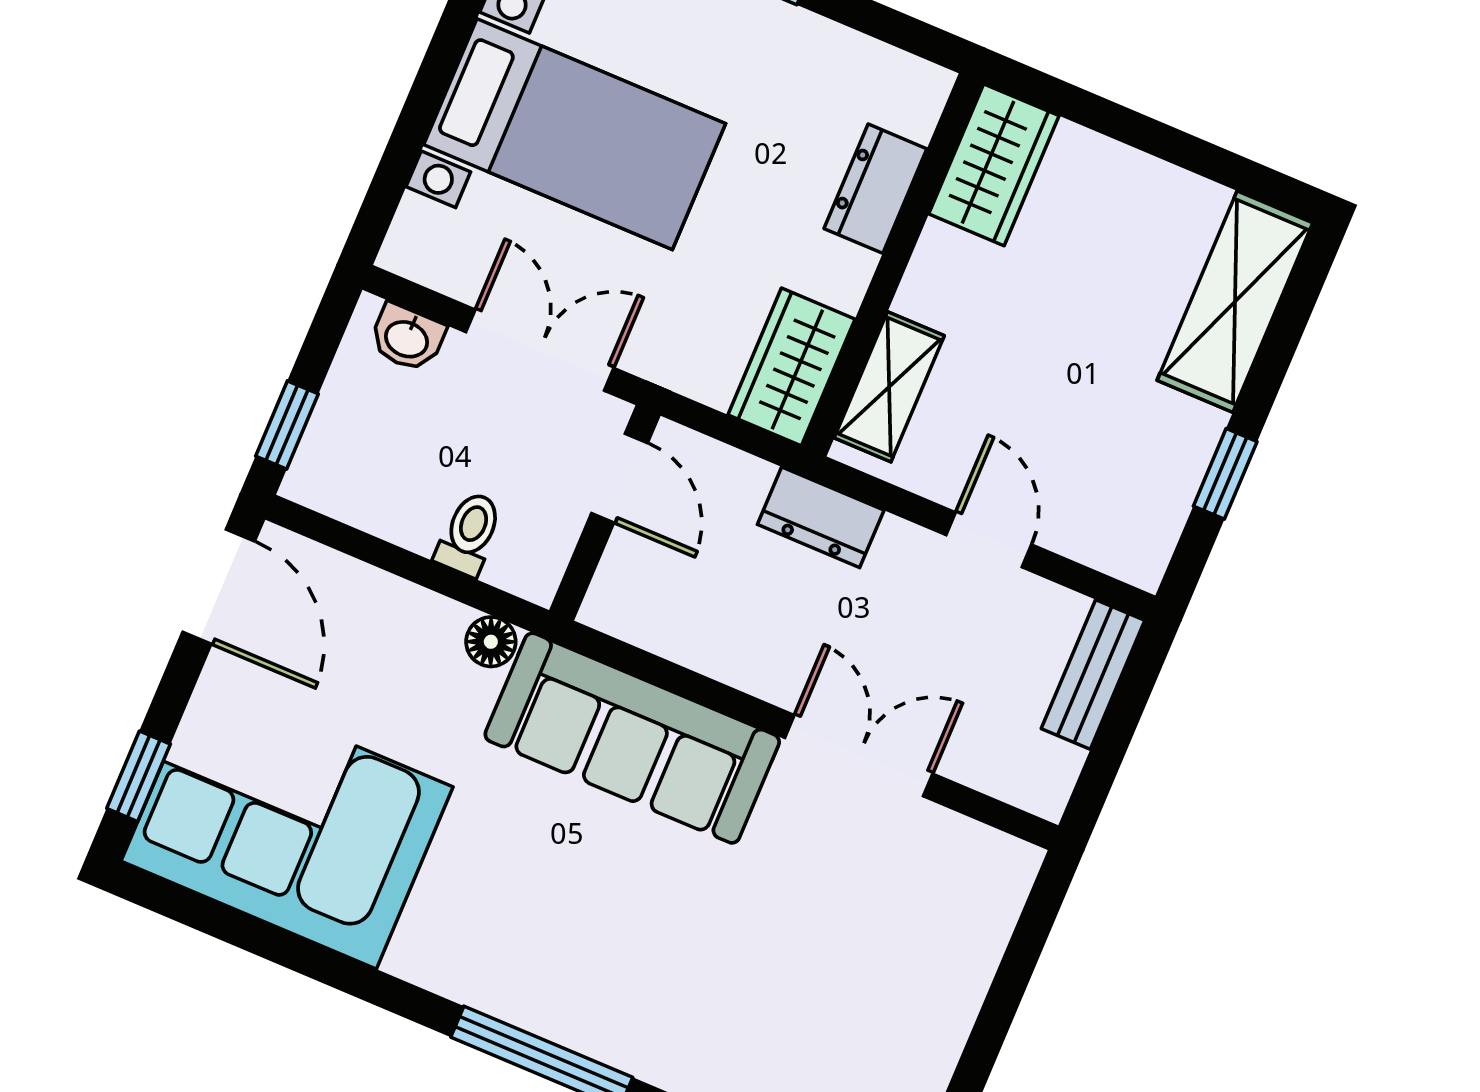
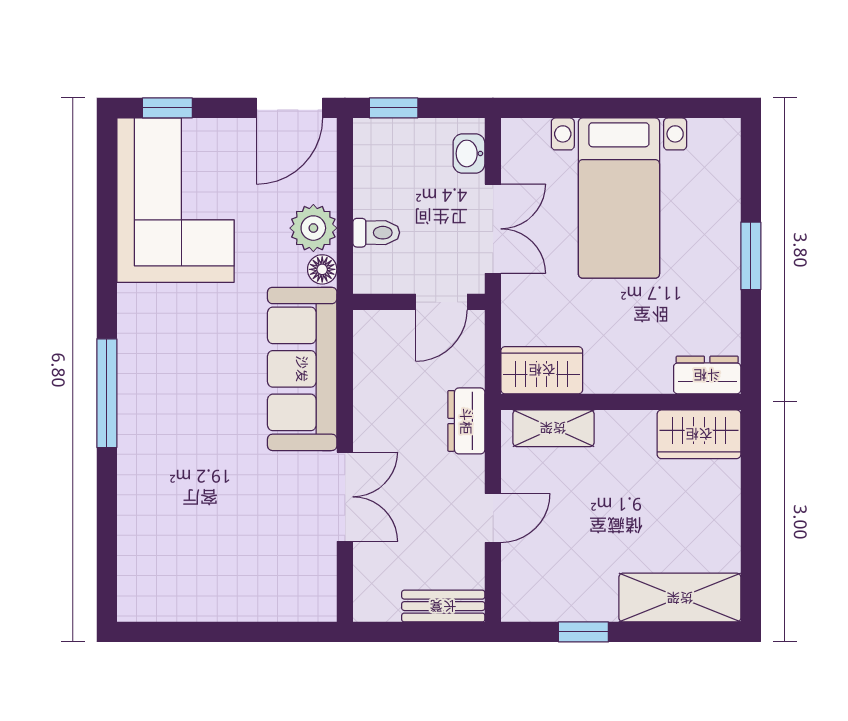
dresser: (875, 189) -> (707, 375), moved
plant: (421, 628) -> (313, 228), added

